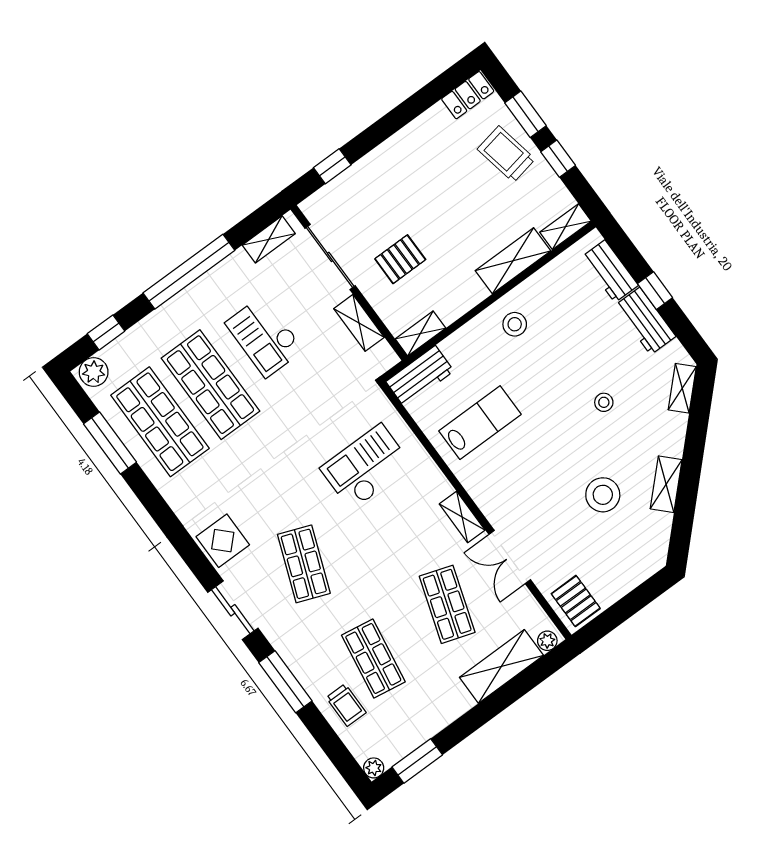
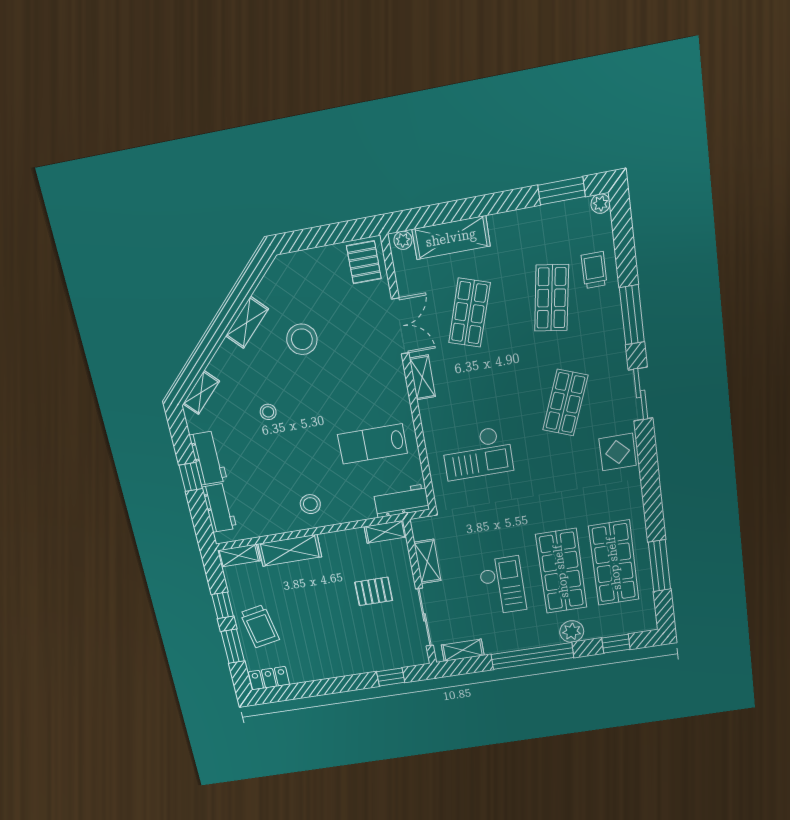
plant: (94, 372) -> (572, 632), moved

